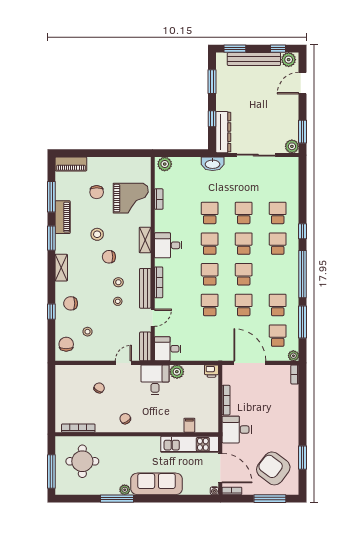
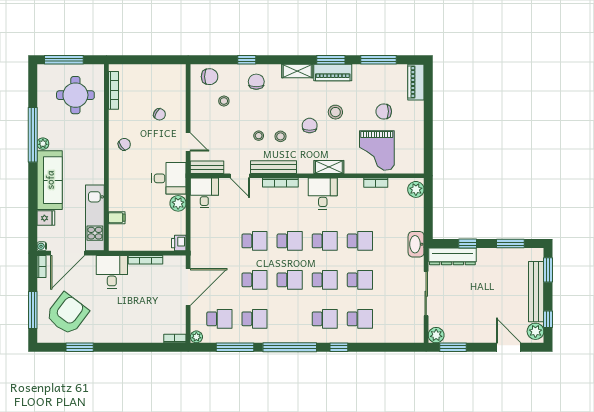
piano: (63, 217) -> (333, 72), moved
fridge: (190, 487) -> (46, 218), added
window: (117, 499) -> (33, 135), width x1.46

